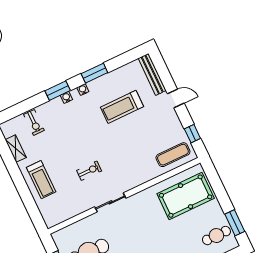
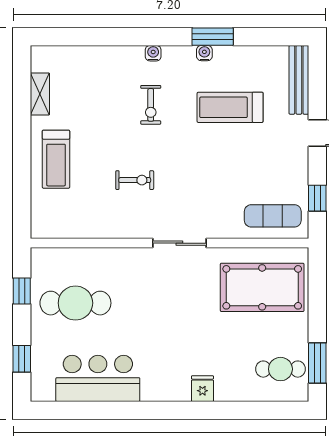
water cooler: (83, 90) -> (204, 53), moved
window: (58, 91) -> (145, 37), removed
exercise bike: (34, 122) -> (151, 105), moved
sliding door: (110, 202) -> (179, 243), moved

